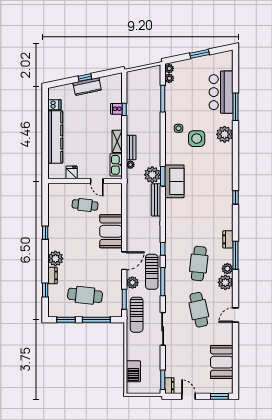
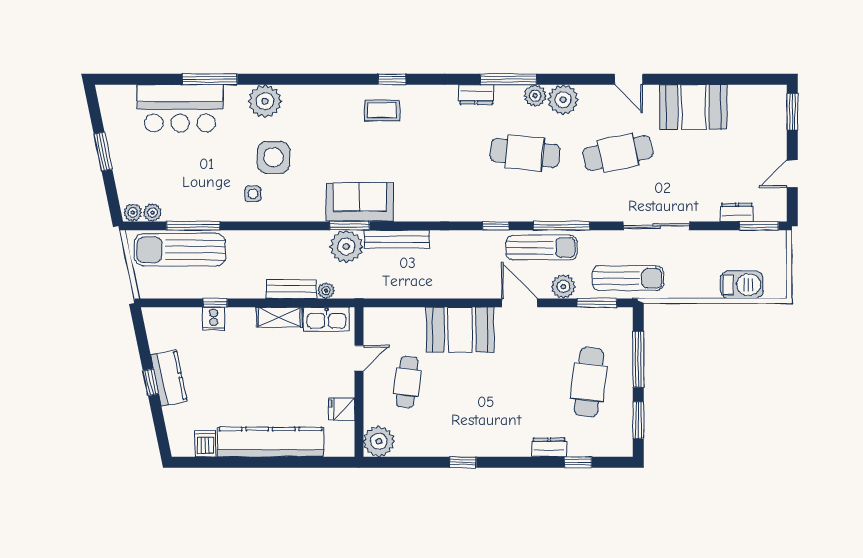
sun lounger: (151, 92) -> (180, 250), added
coffee table: (220, 192) -> (382, 110), added
plant: (55, 259) -> (379, 441), moved
booth: (222, 362) -> (693, 107), moved
dresser: (169, 386) -> (737, 212), moved

